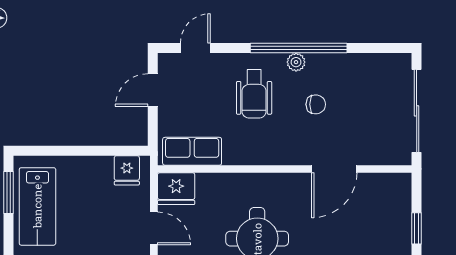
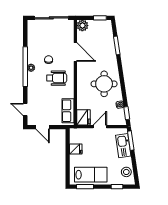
wheelchair: (254, 94) -> (57, 78), moved
fridge: (127, 170) -> (76, 149), moved
plant: (398, 186) -> (82, 26), added

